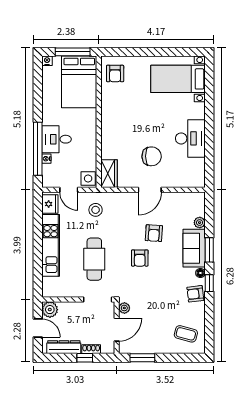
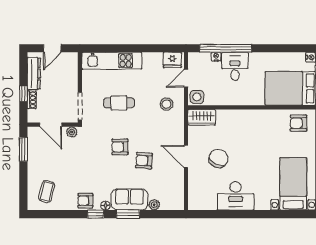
chair: (152, 156) -> (218, 158), turned -151
kitchen unit: (51, 245) -> (112, 61), moved
cafe table: (94, 259) -> (119, 103), width x0.73, depth x0.74
armchair: (195, 294) -> (85, 201), turned -83
plant: (50, 310) -> (70, 60), removed

